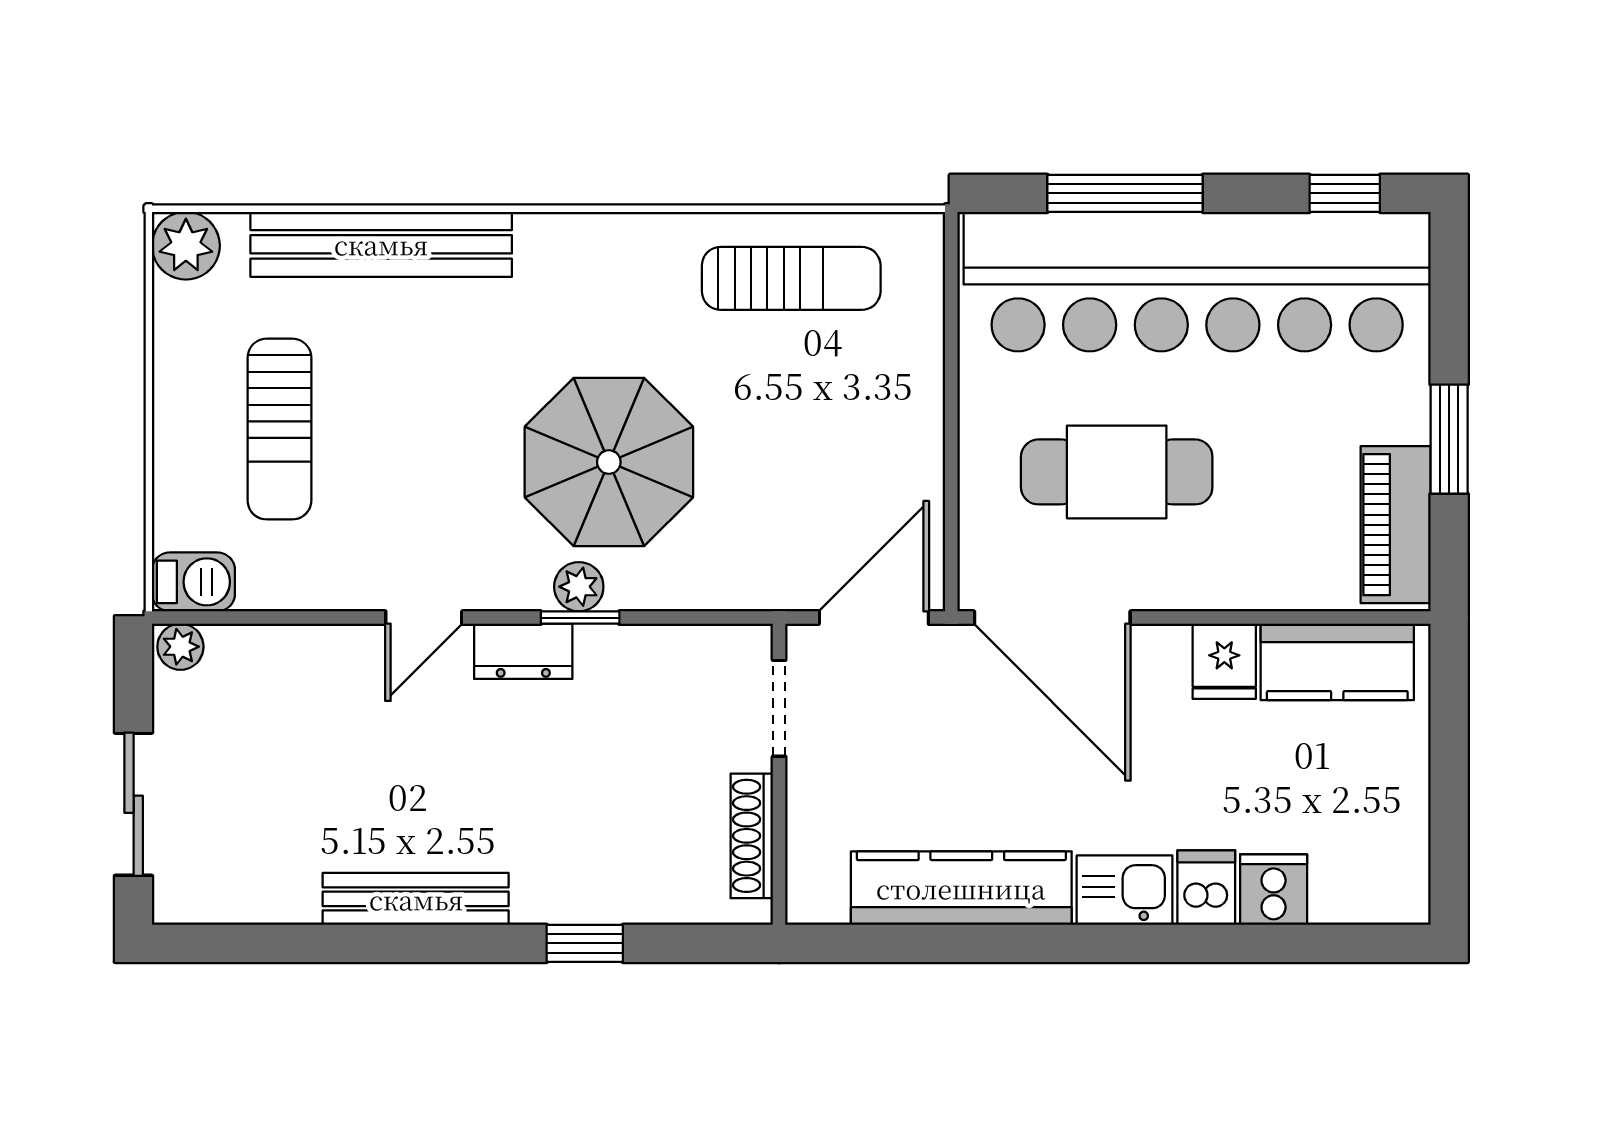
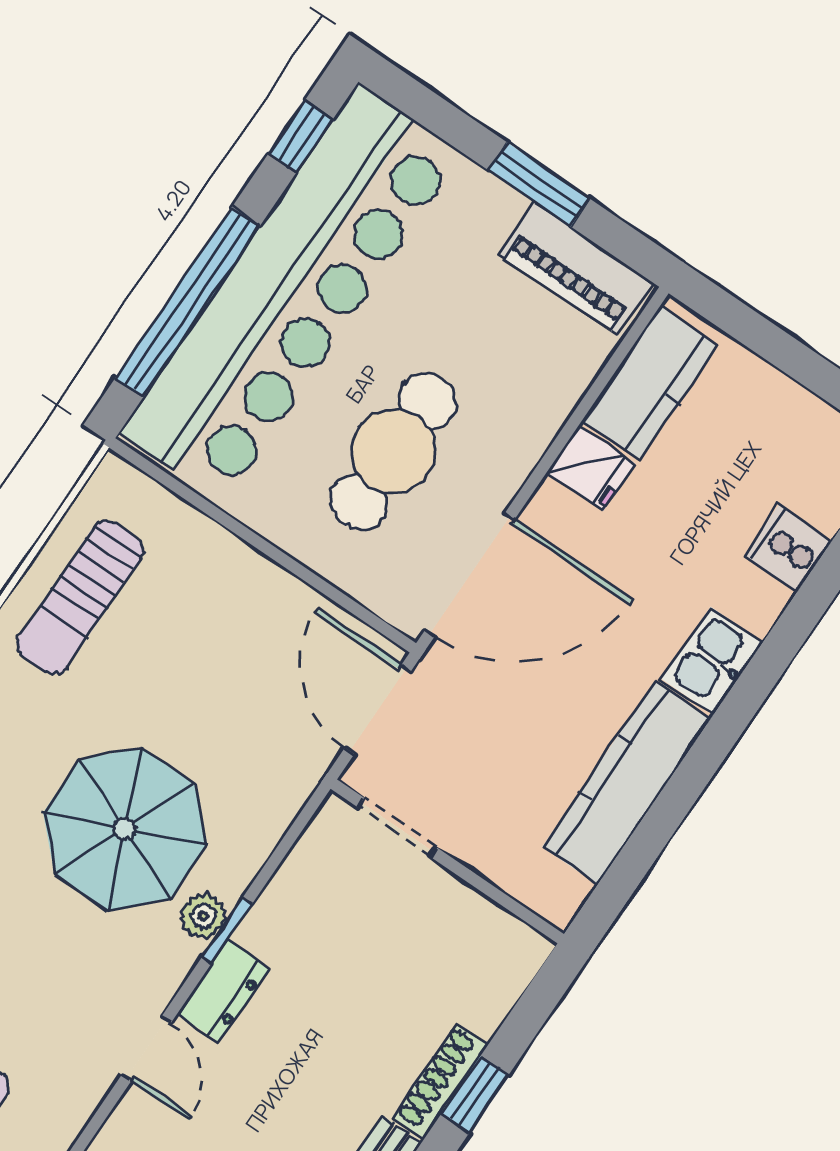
window: (1125, 193) -> (187, 302), width x1.46
sun lounger: (791, 278) -> (80, 597), turned 180
shoe rack: (752, 836) -> (440, 1081), moved, turned 90
dishwasher: (1206, 888) -> (752, 598), removed

